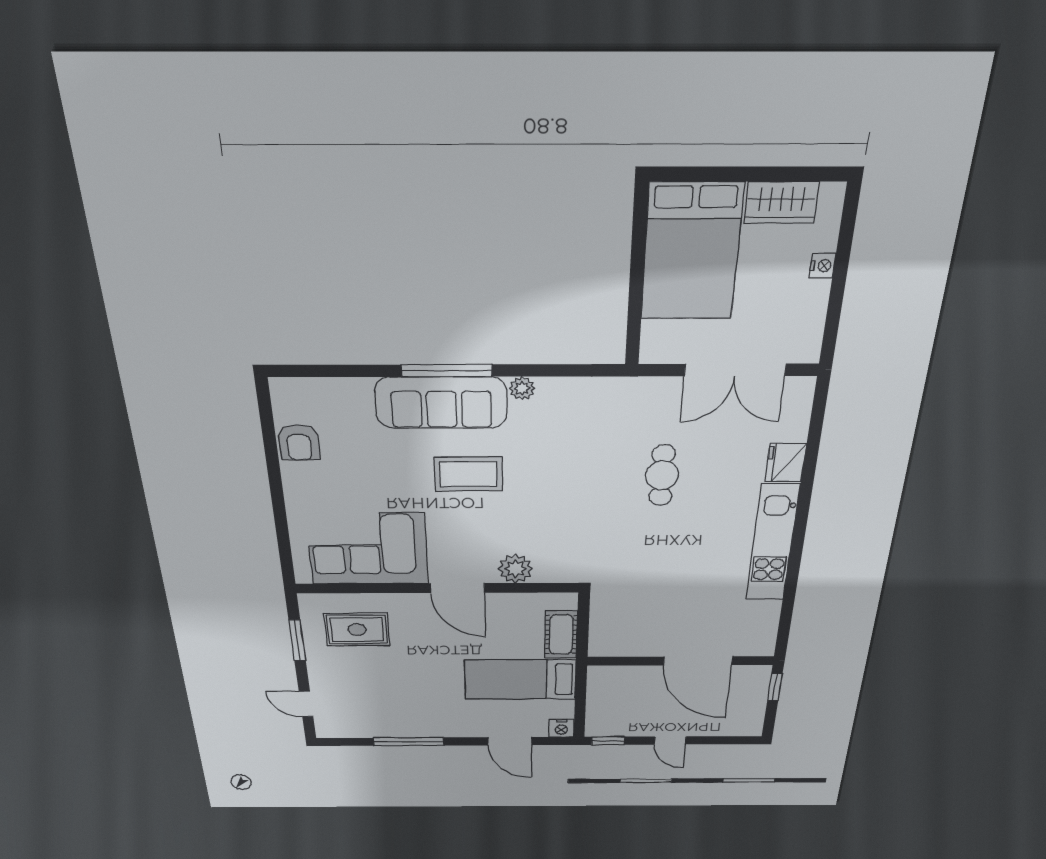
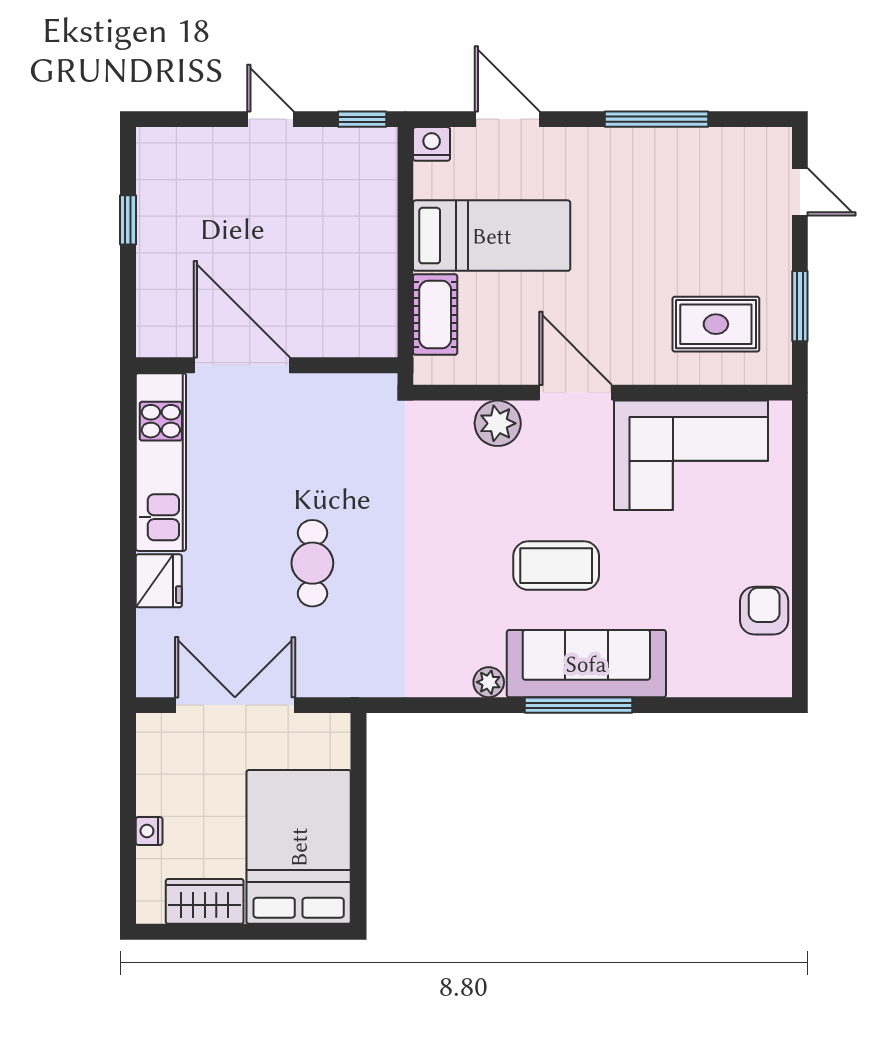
wall: (680, 661) -> (267, 365), moved
door: (698, 661) -> (242, 365), moved

